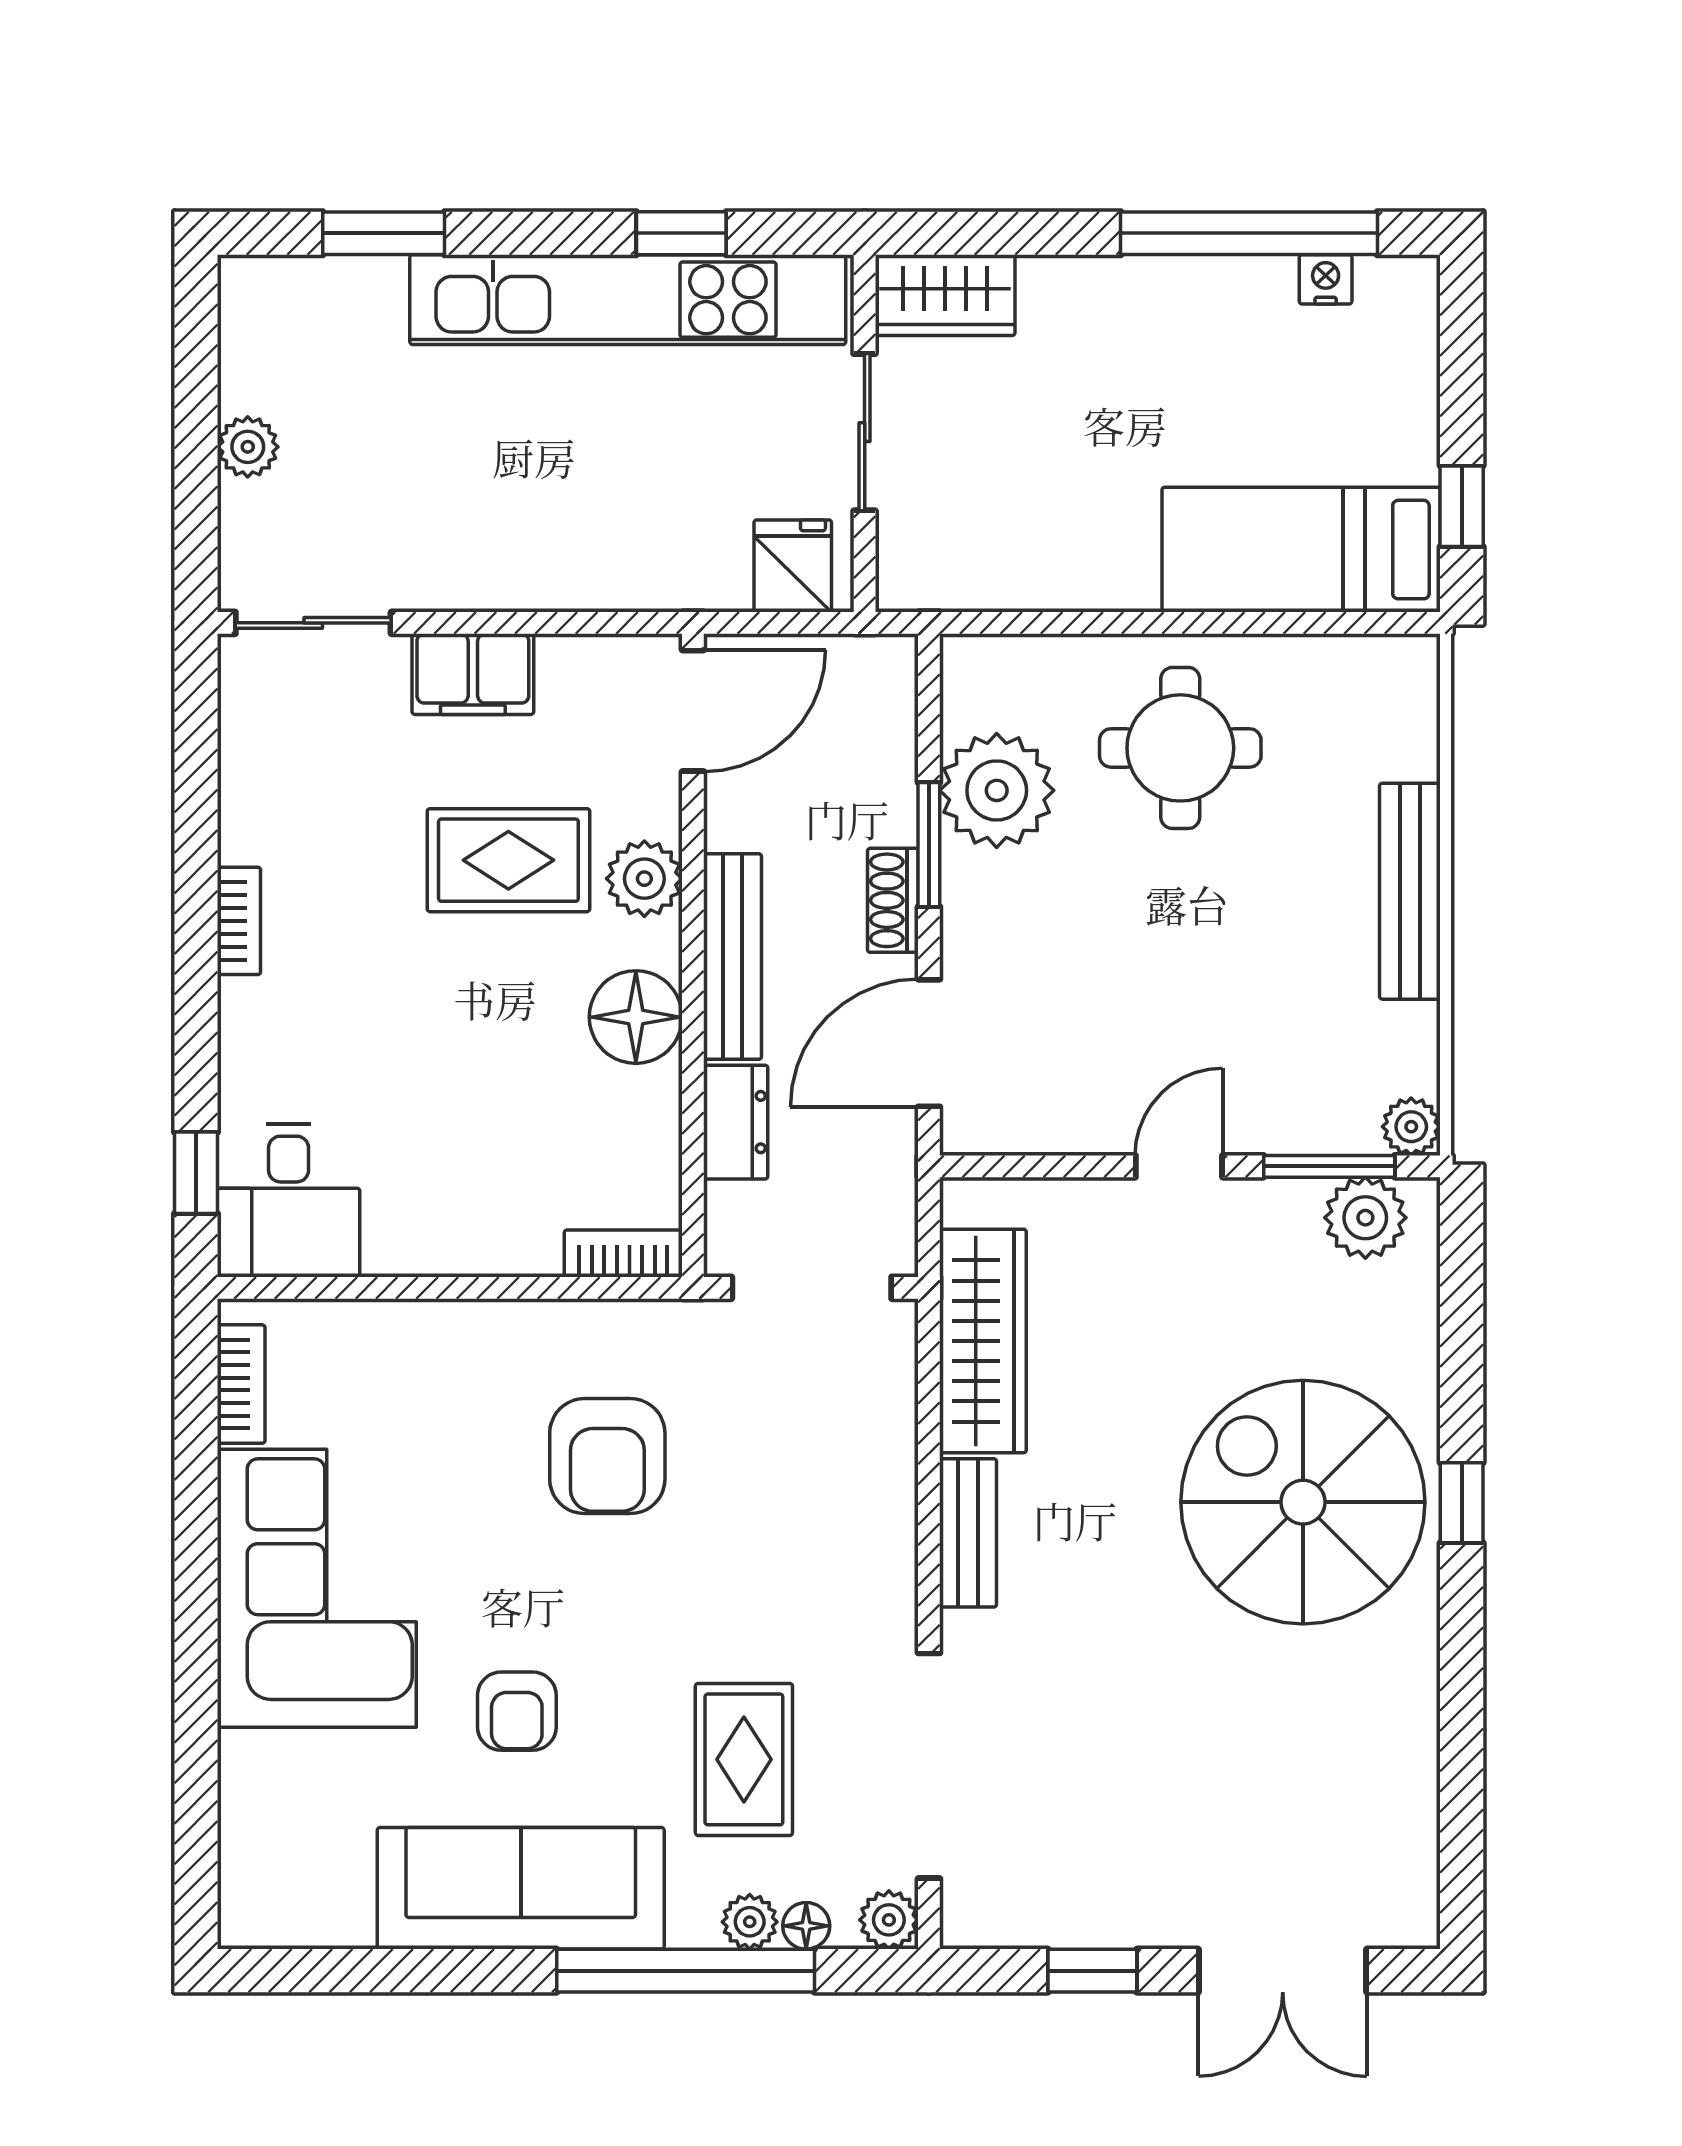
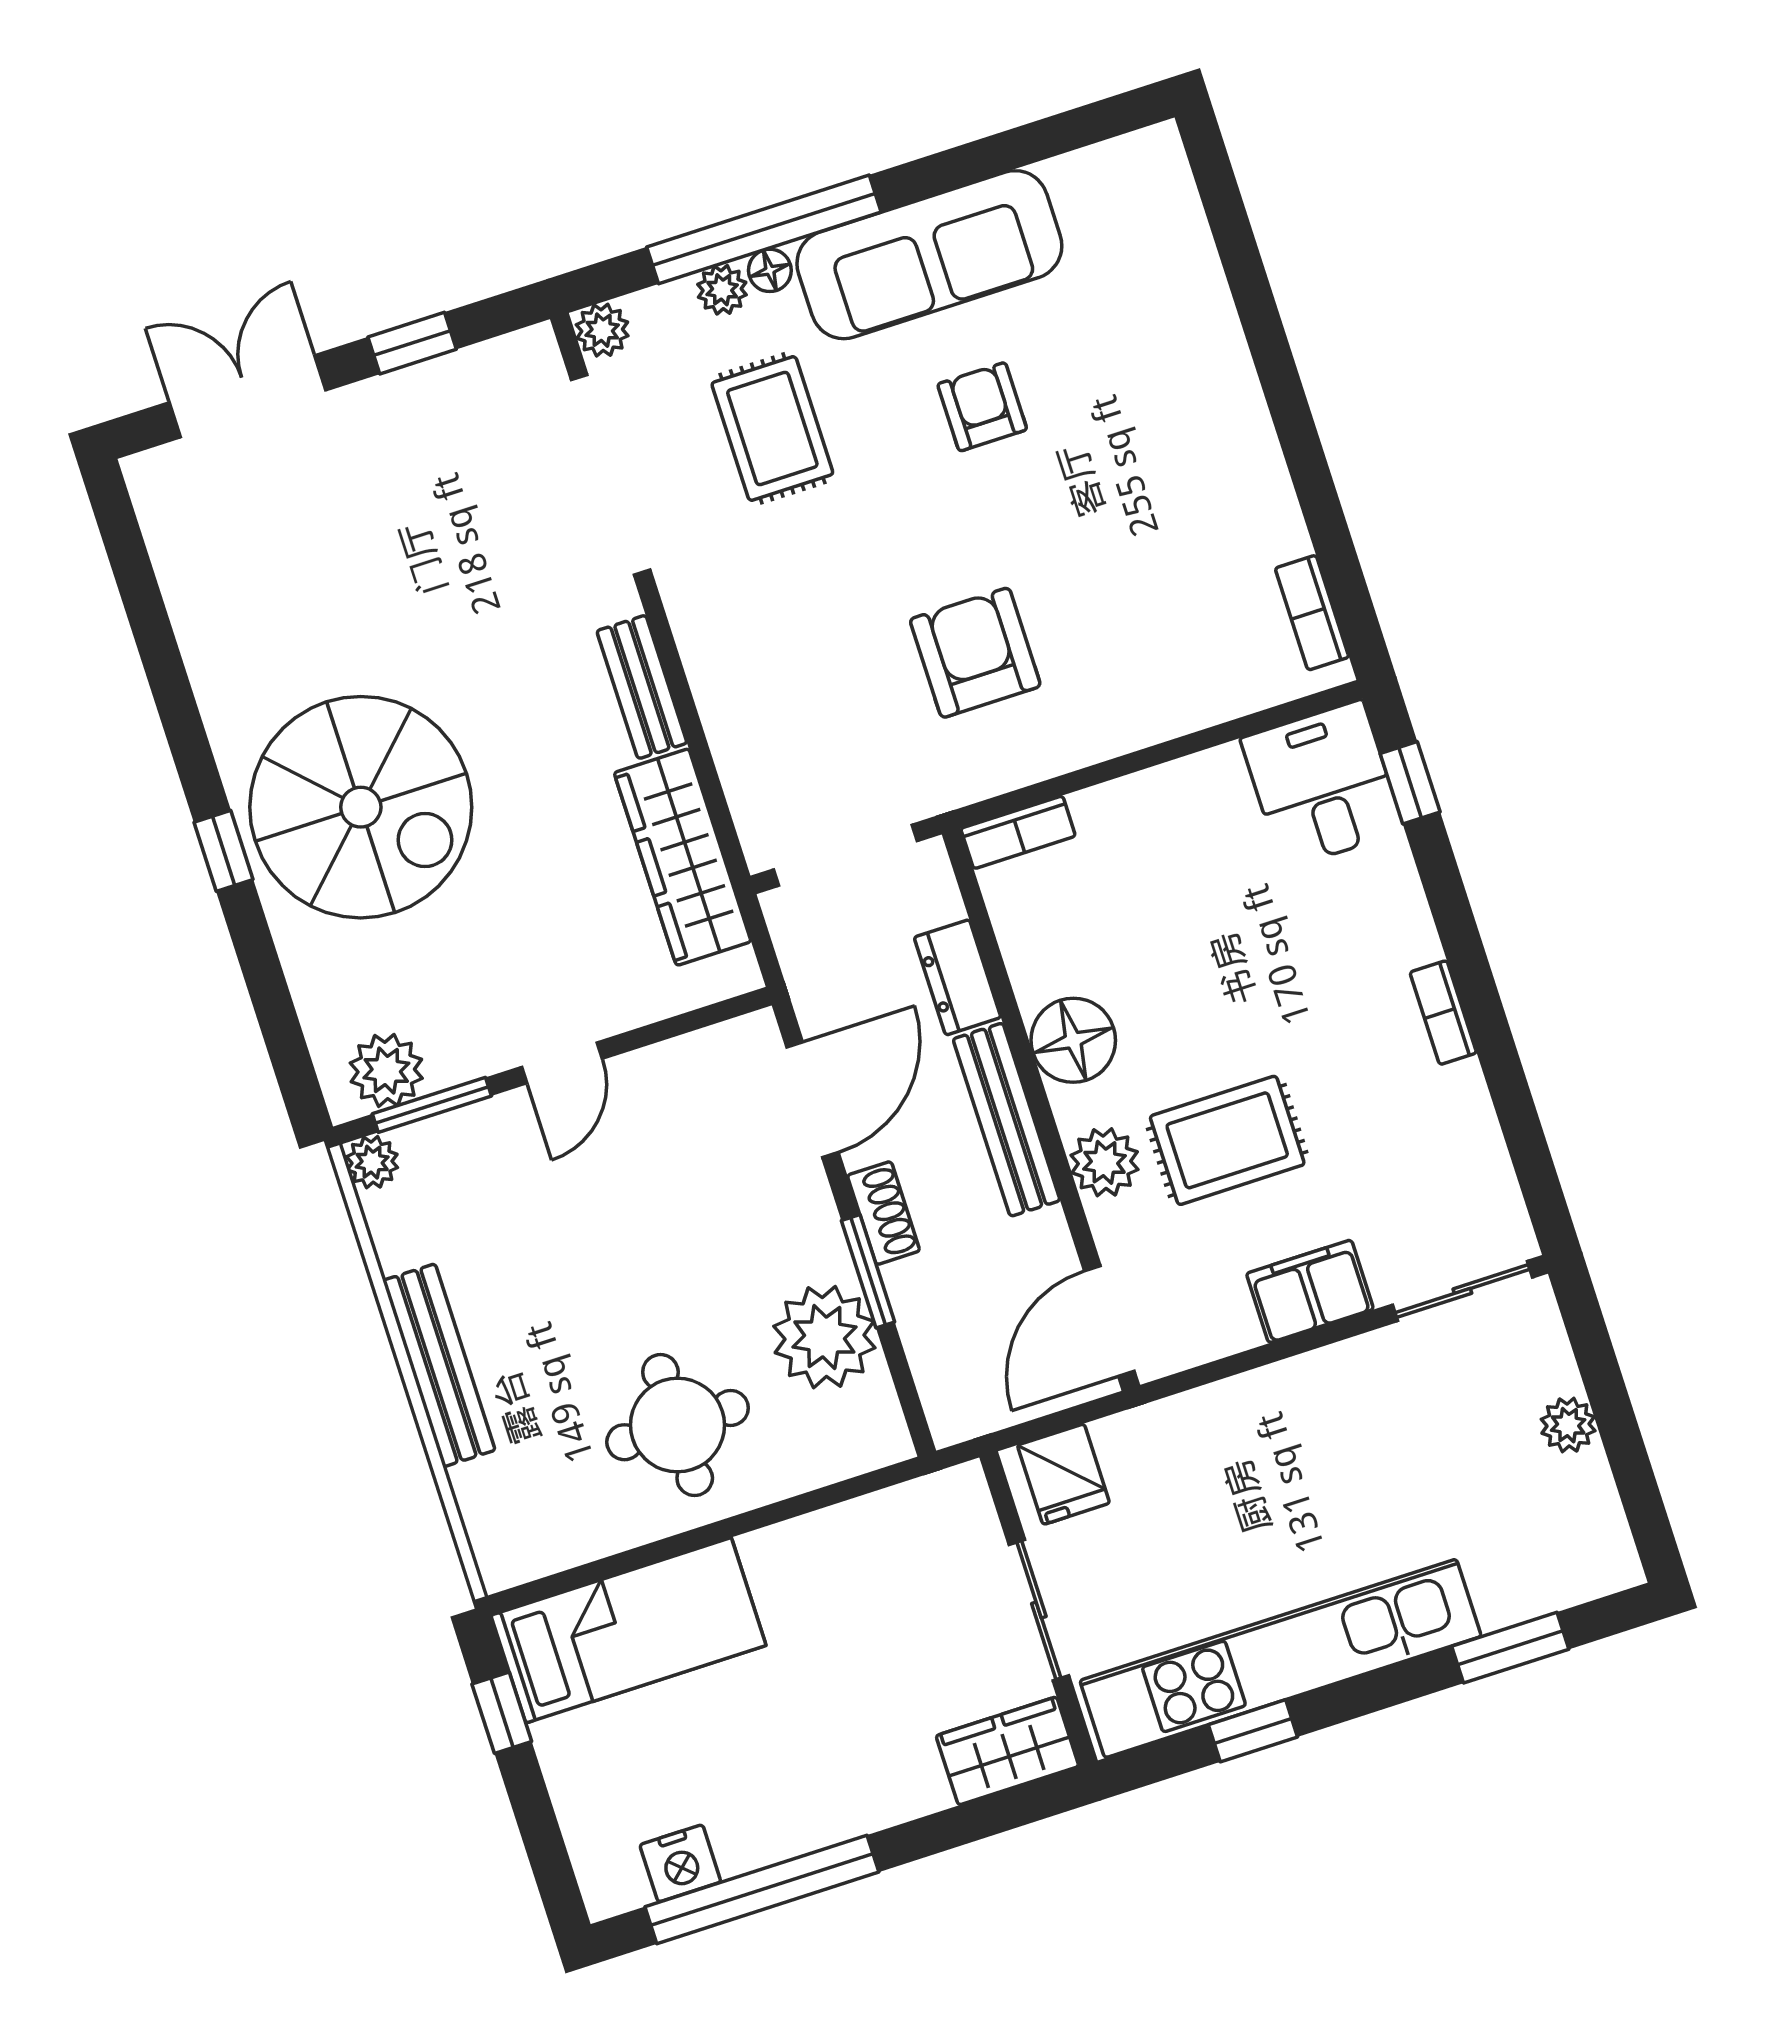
nightstand: (1326, 279) -> (680, 1863), width x1.39, depth x1.35
corner sofa: (317, 1588) -> (1190, 457), removed
floor lamp: (806, 1926) -> (770, 270), moved

